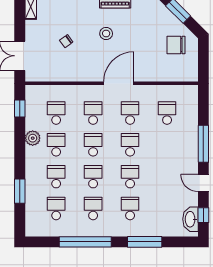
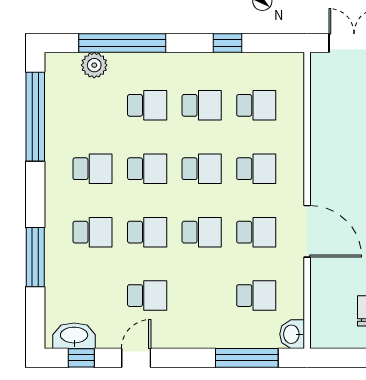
door: (119, 83) -> (307, 231), moved
washbasin: (190, 92) -> (292, 334), added
window: (20, 109) -> (228, 43), moved
plant: (33, 138) -> (94, 65), moved
window: (203, 144) -> (247, 358), moved
window: (20, 191) -> (122, 43), width x2.11
school desk: (56, 208) -> (147, 296), moved
window: (85, 242) -> (35, 117), moved

